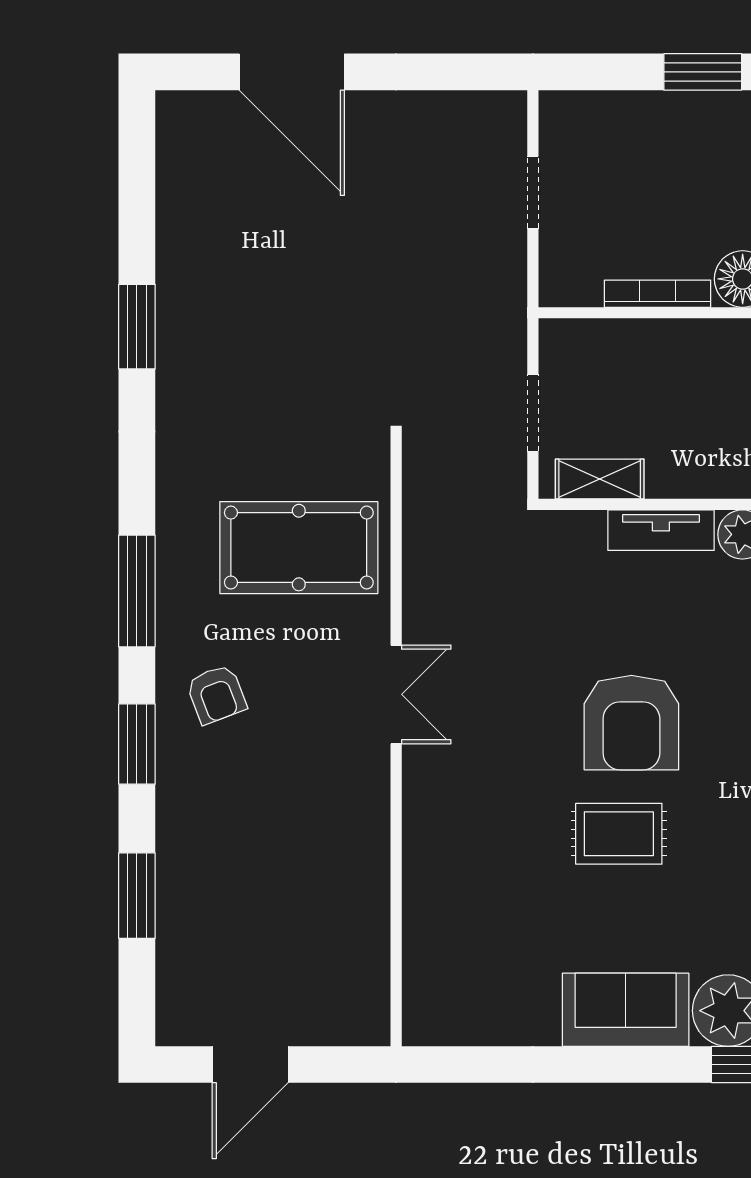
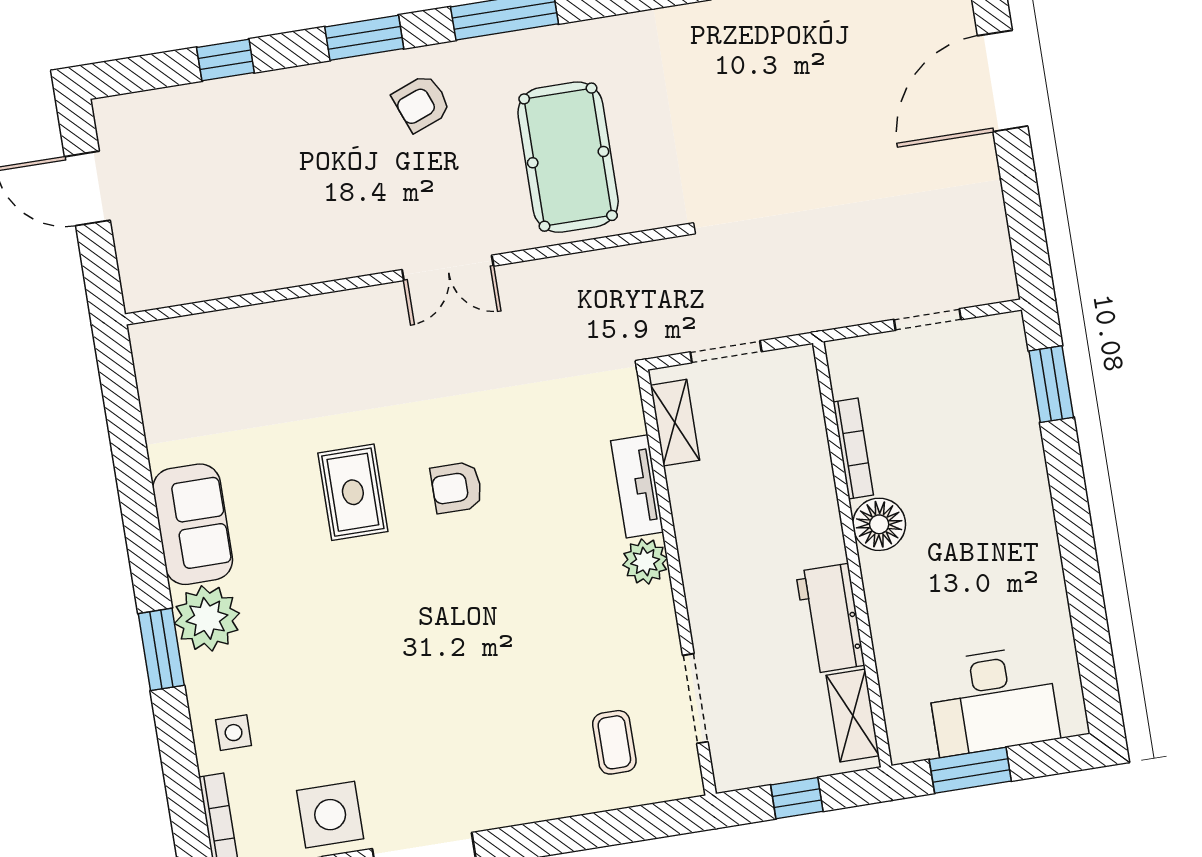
window: (703, 72) -> (1051, 384), moved
armchair: (631, 723) -> (456, 488), width x0.53, depth x0.53
window: (137, 896) -> (225, 60), width x0.67

